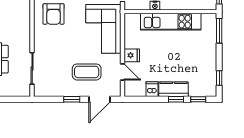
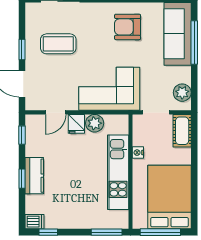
plant: (131, 41) -> (95, 123), added
coffee table: (87, 72) -> (58, 44), moved, turned 90
dishwasher: (152, 89) -> (35, 222), moved
window: (198, 99) -> (22, 135), moved

